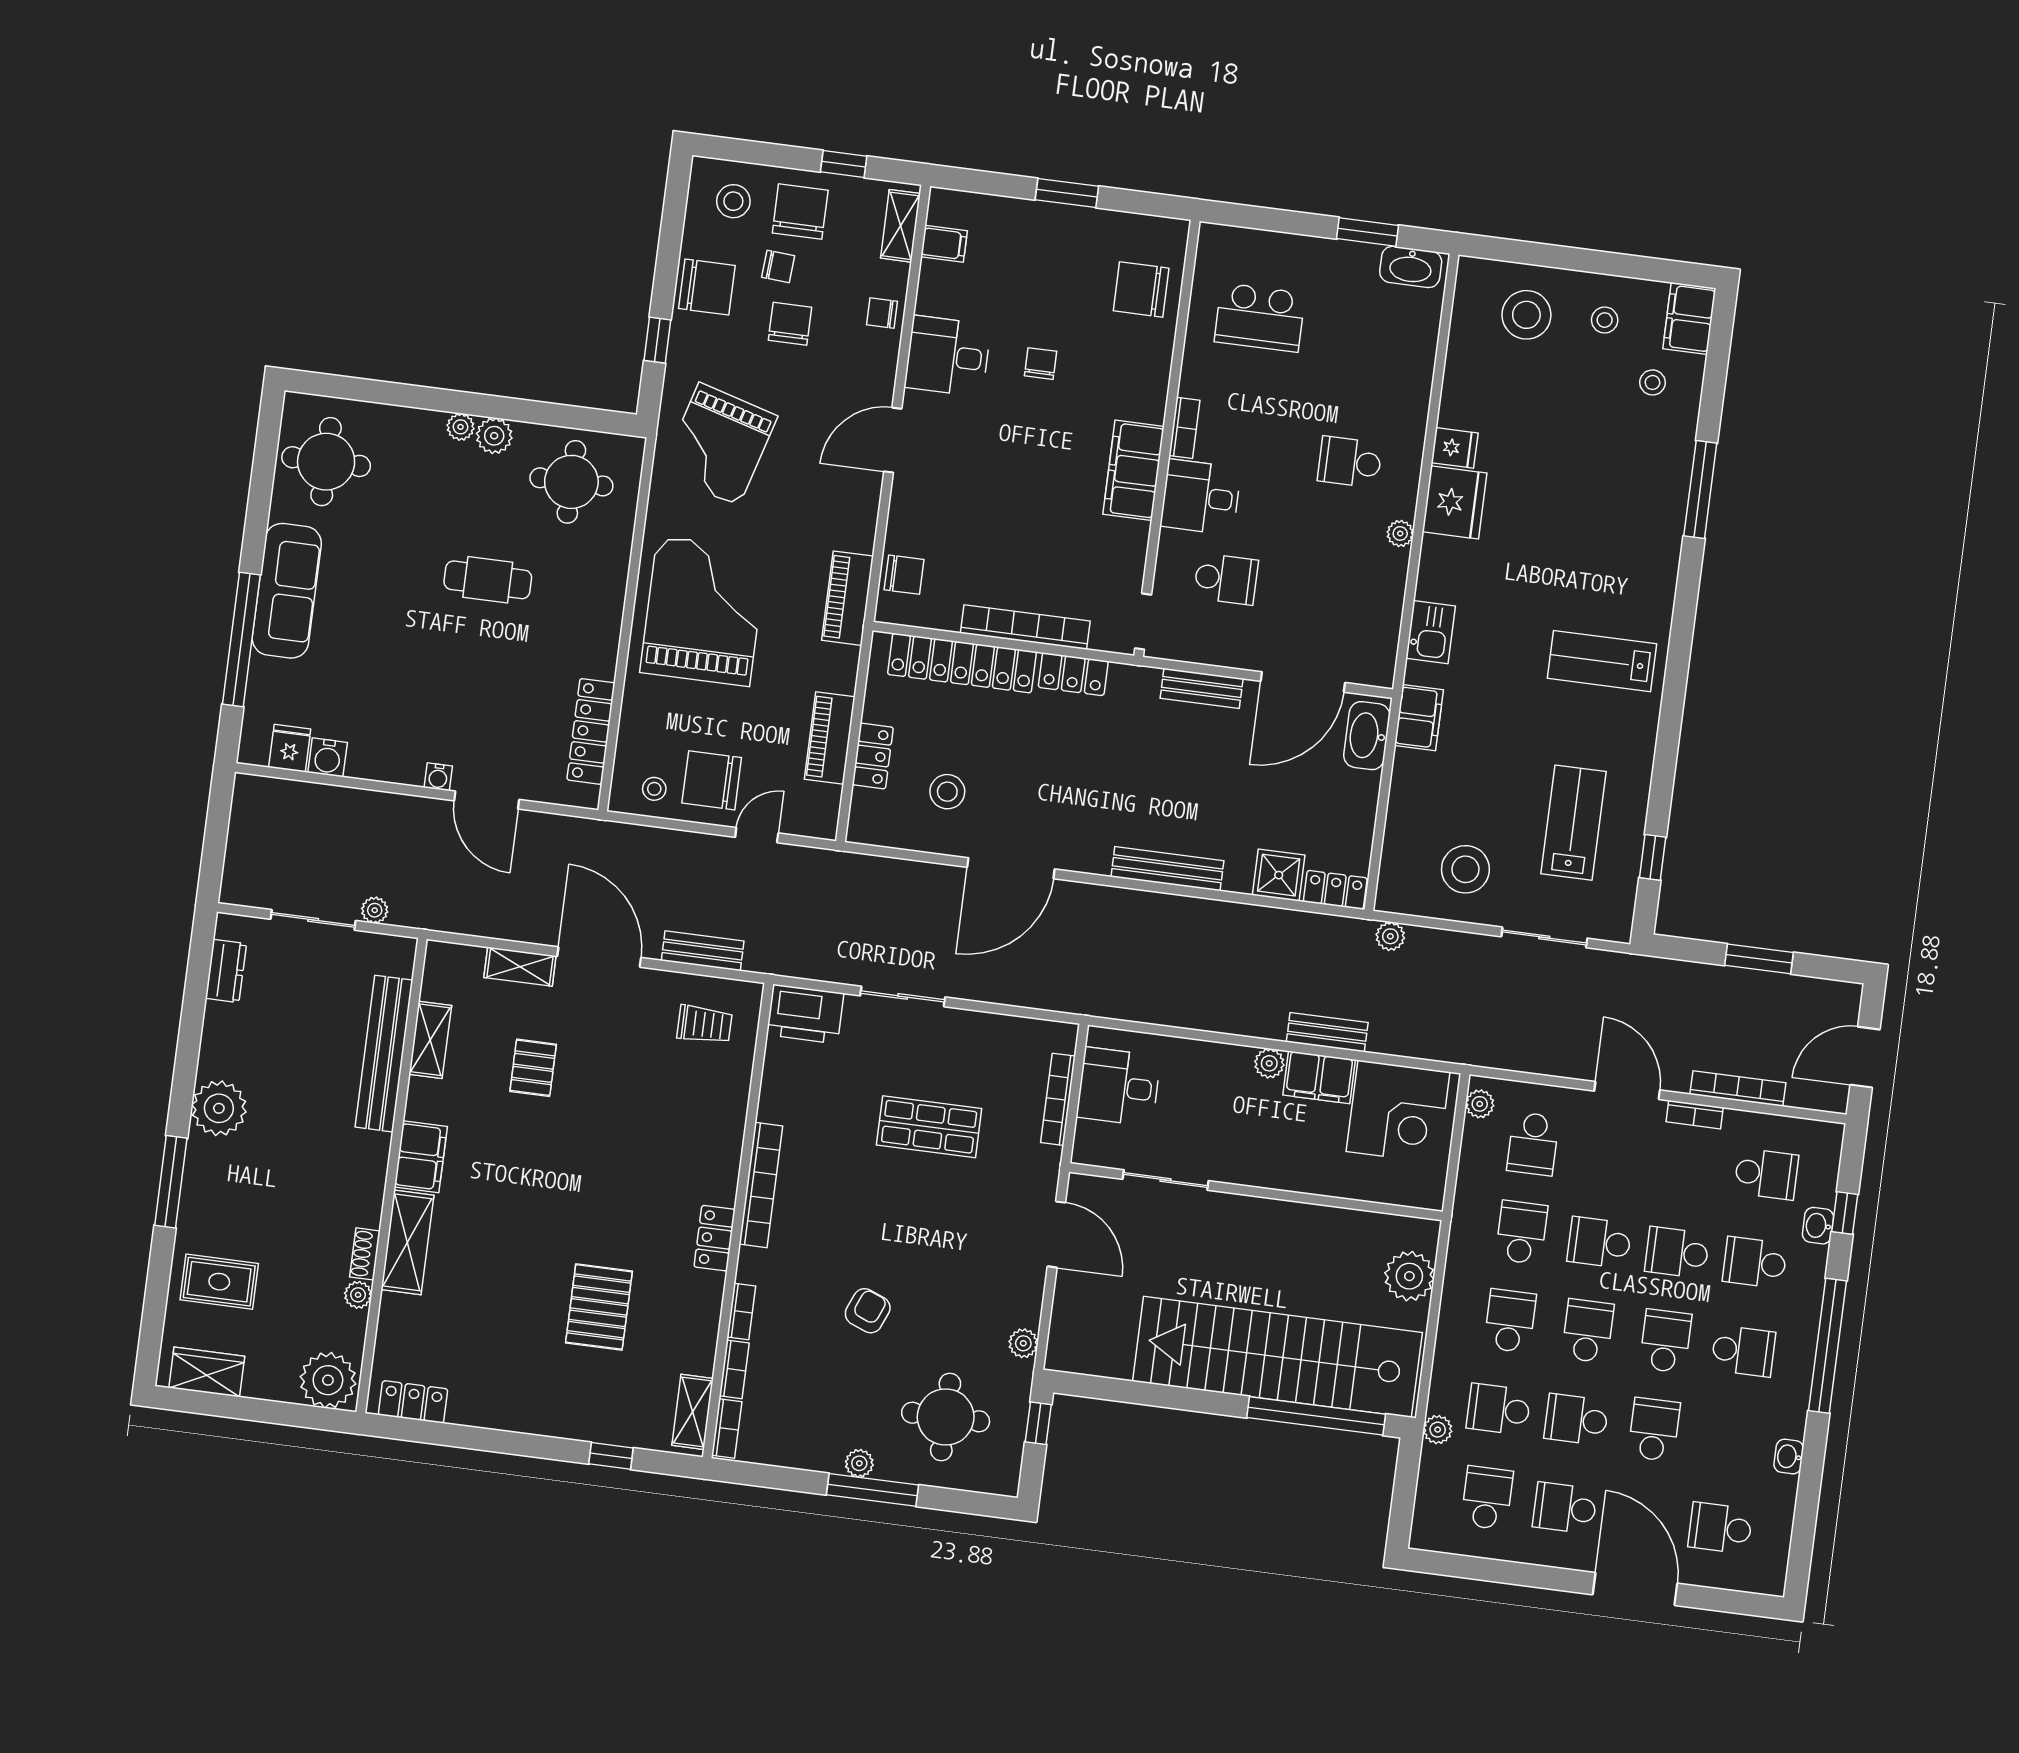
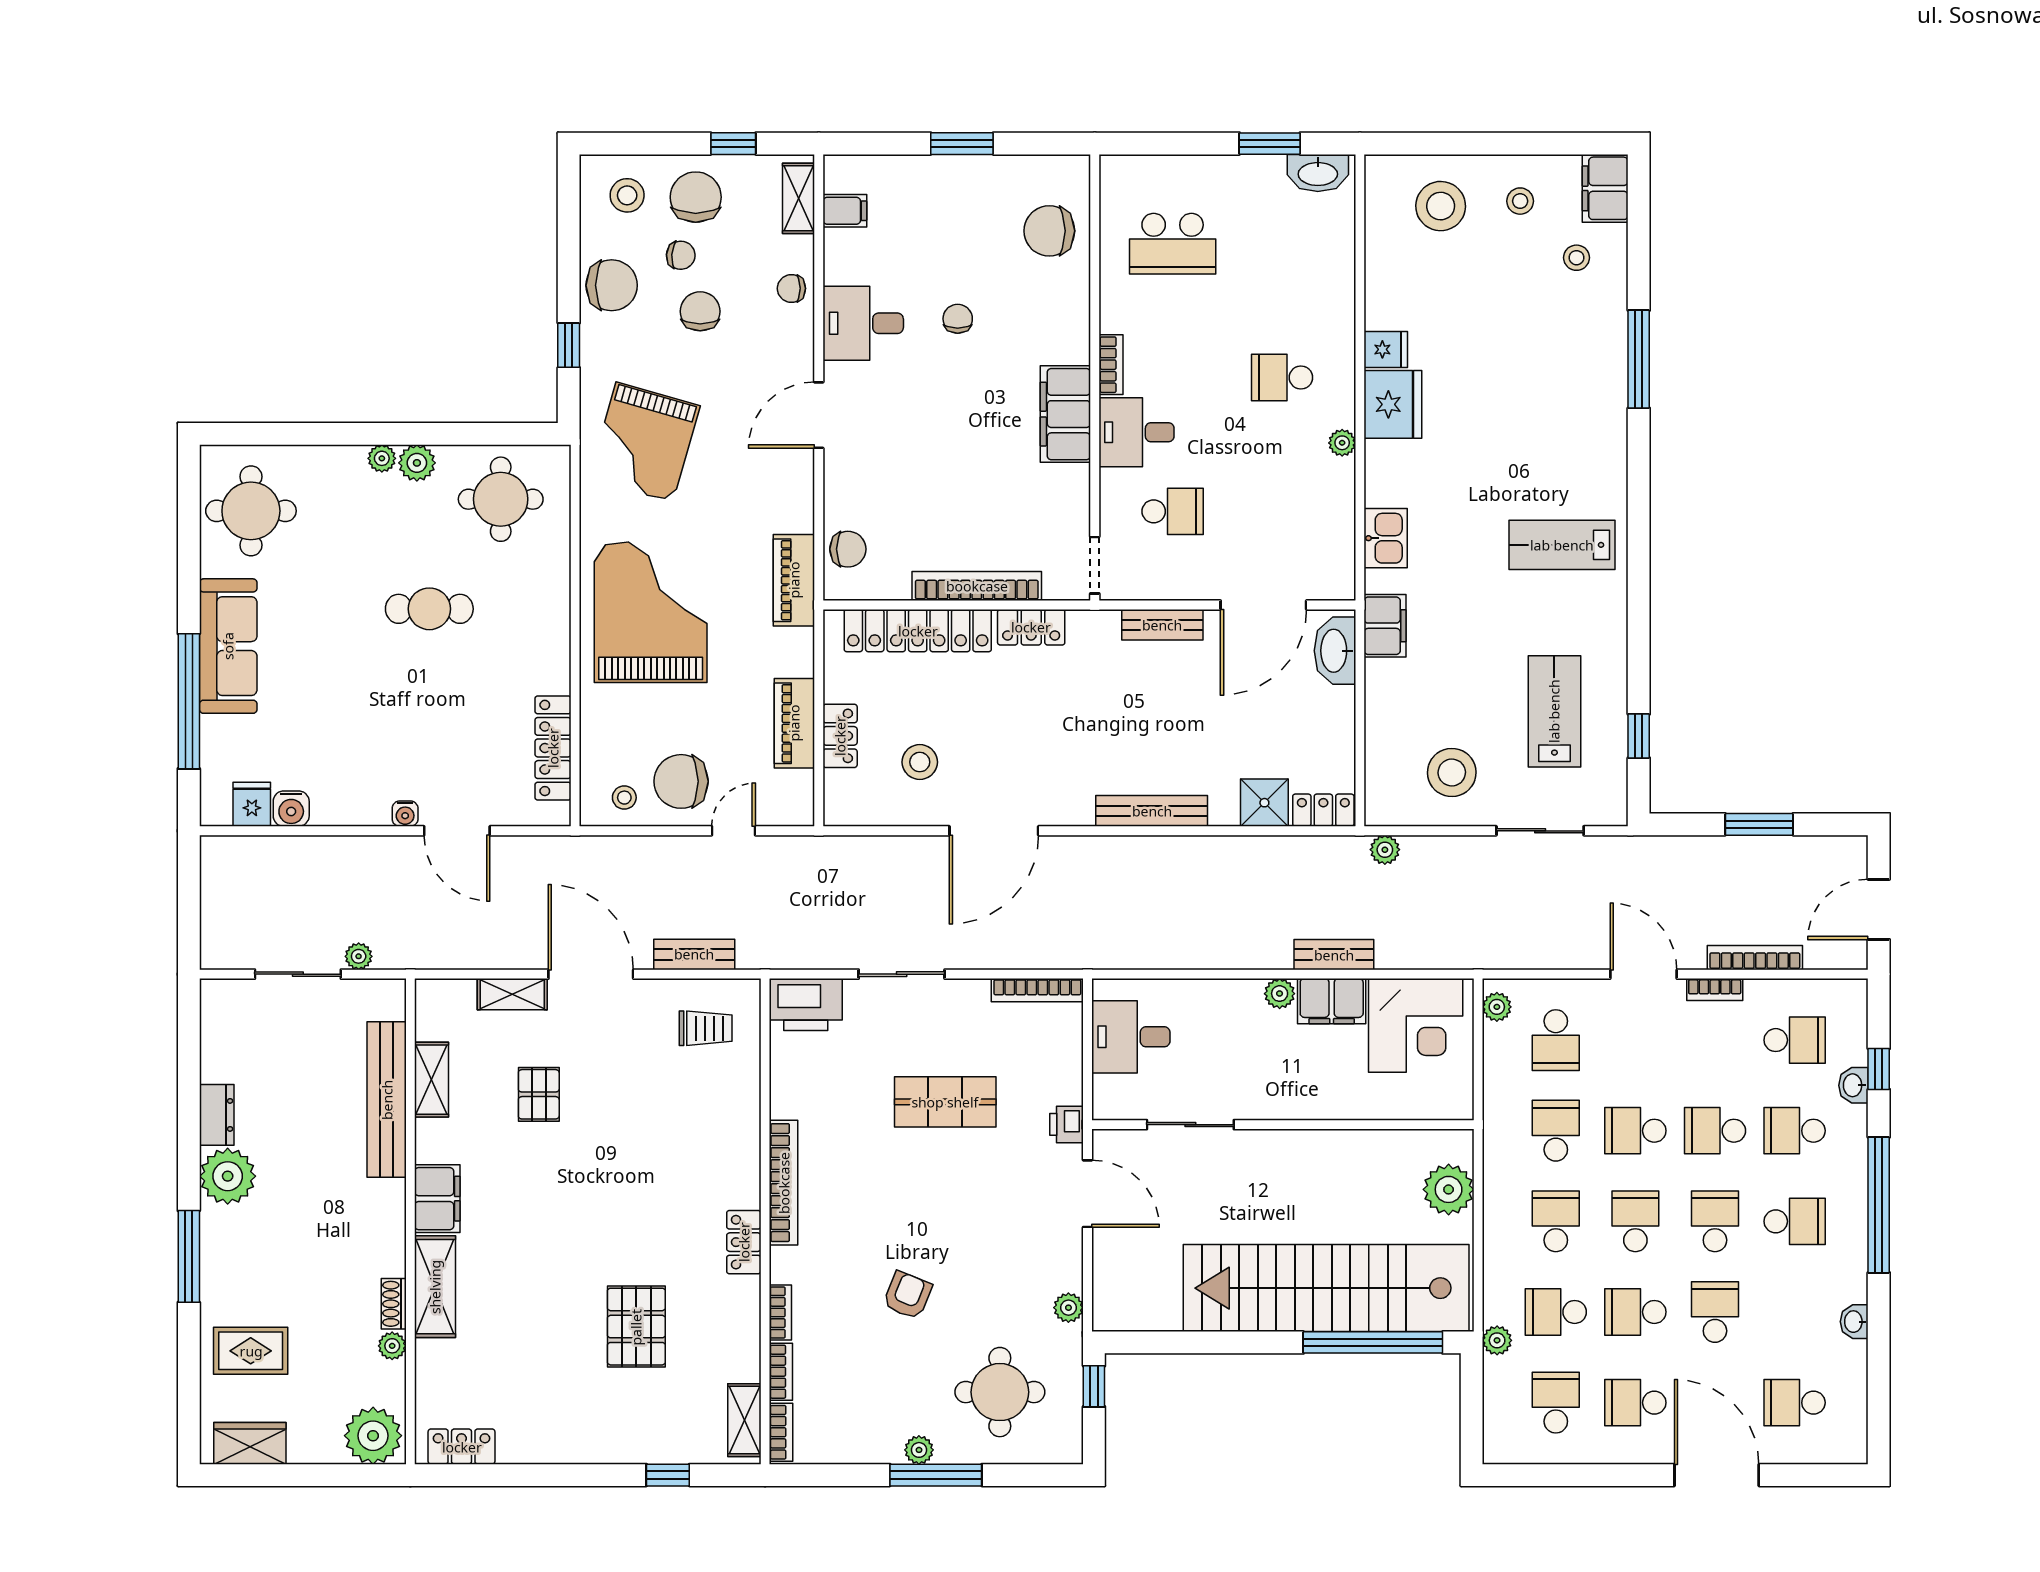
dresser: (226, 971) -> (217, 1115), moved
bookcase: (1058, 1099) -> (1037, 990), moved, turned -90
printer: (1045, 1164) -> (1067, 1124), added

